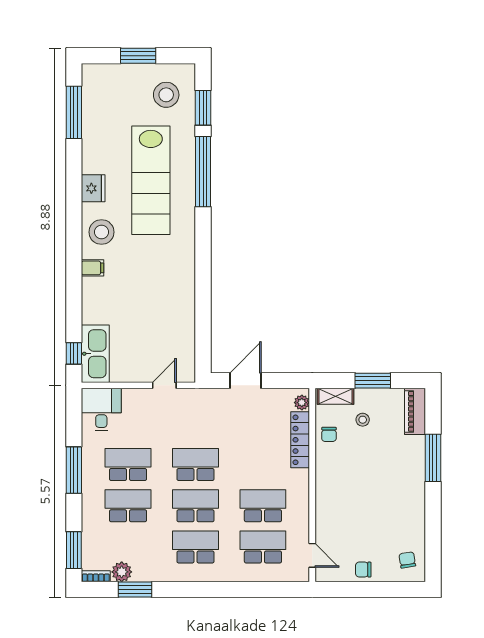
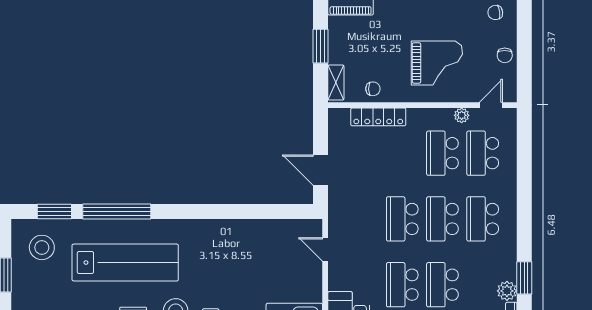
plant: (302, 403) -> (462, 115), moved
stool: (363, 420) -> (359, 56), removed
grand piano: (355, 500) -> (437, 63), added

